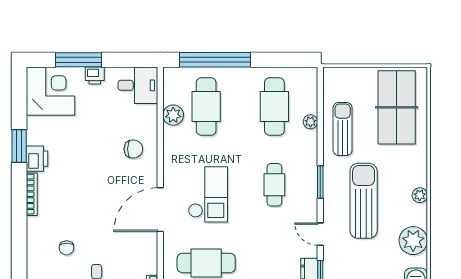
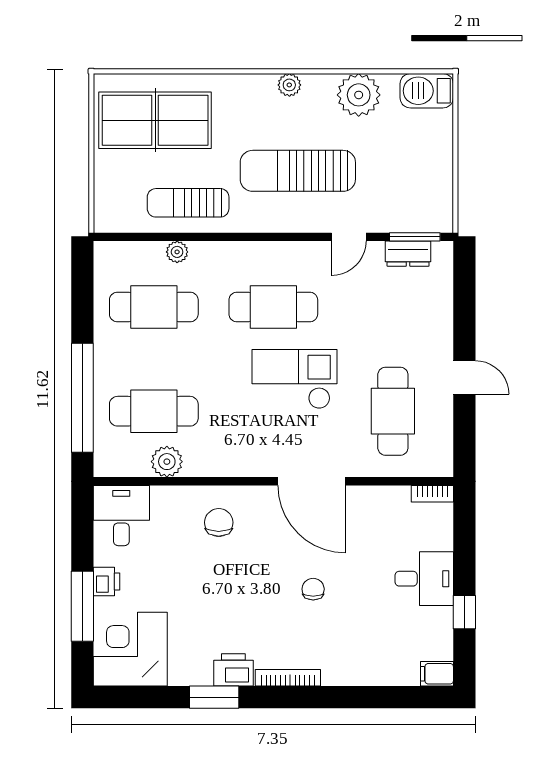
window: (320, 182) -> (269, 237), removed
cafe table: (274, 185) -> (273, 307), width x1.37, depth x1.35
checkout: (208, 194) -> (295, 379), moved
chair: (67, 248) -> (313, 589), moved, turned -90

